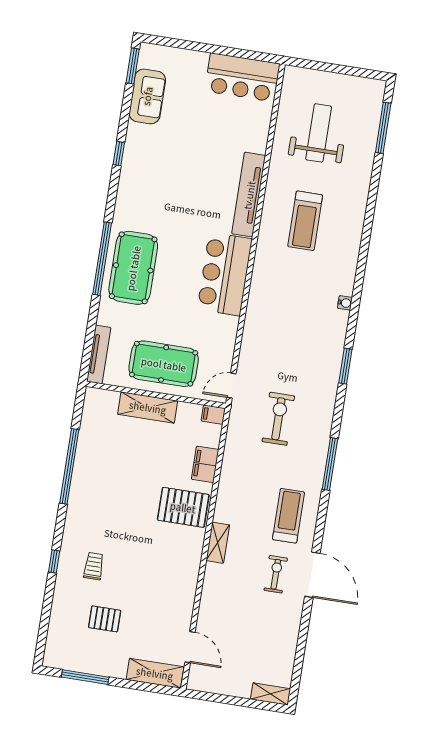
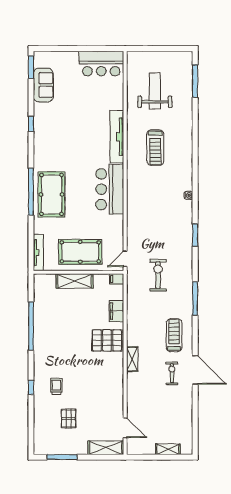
pallet: (105, 619) -> (69, 419), turned 90
shelving: (270, 694) -> (168, 449), moved

